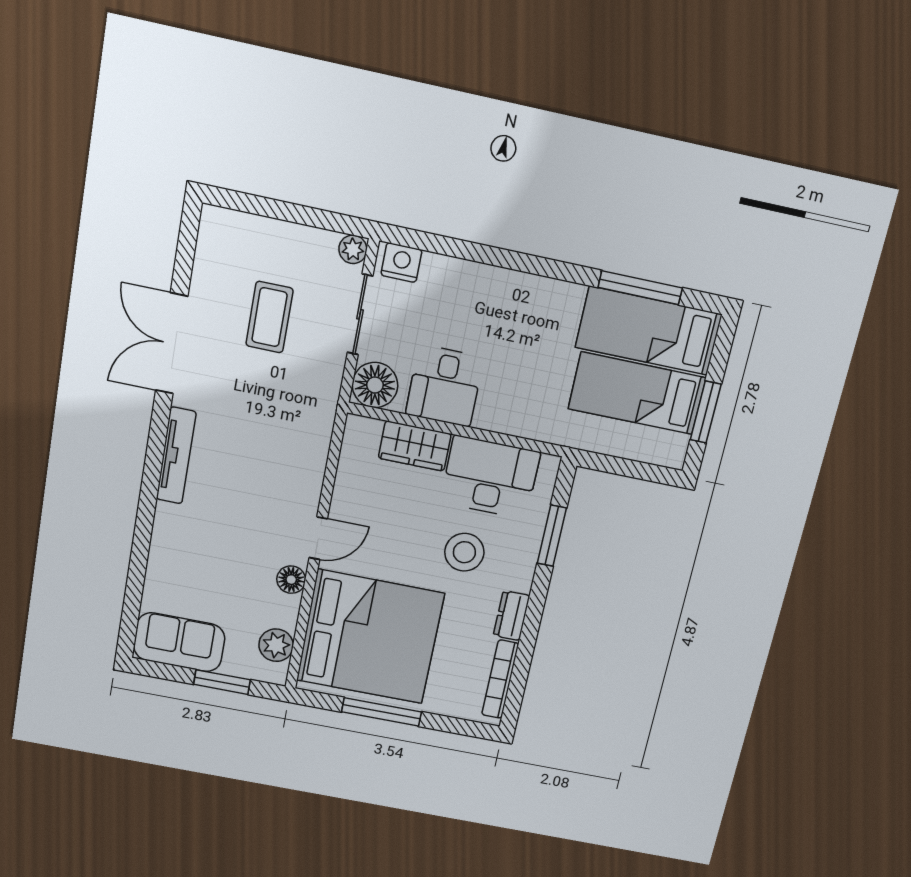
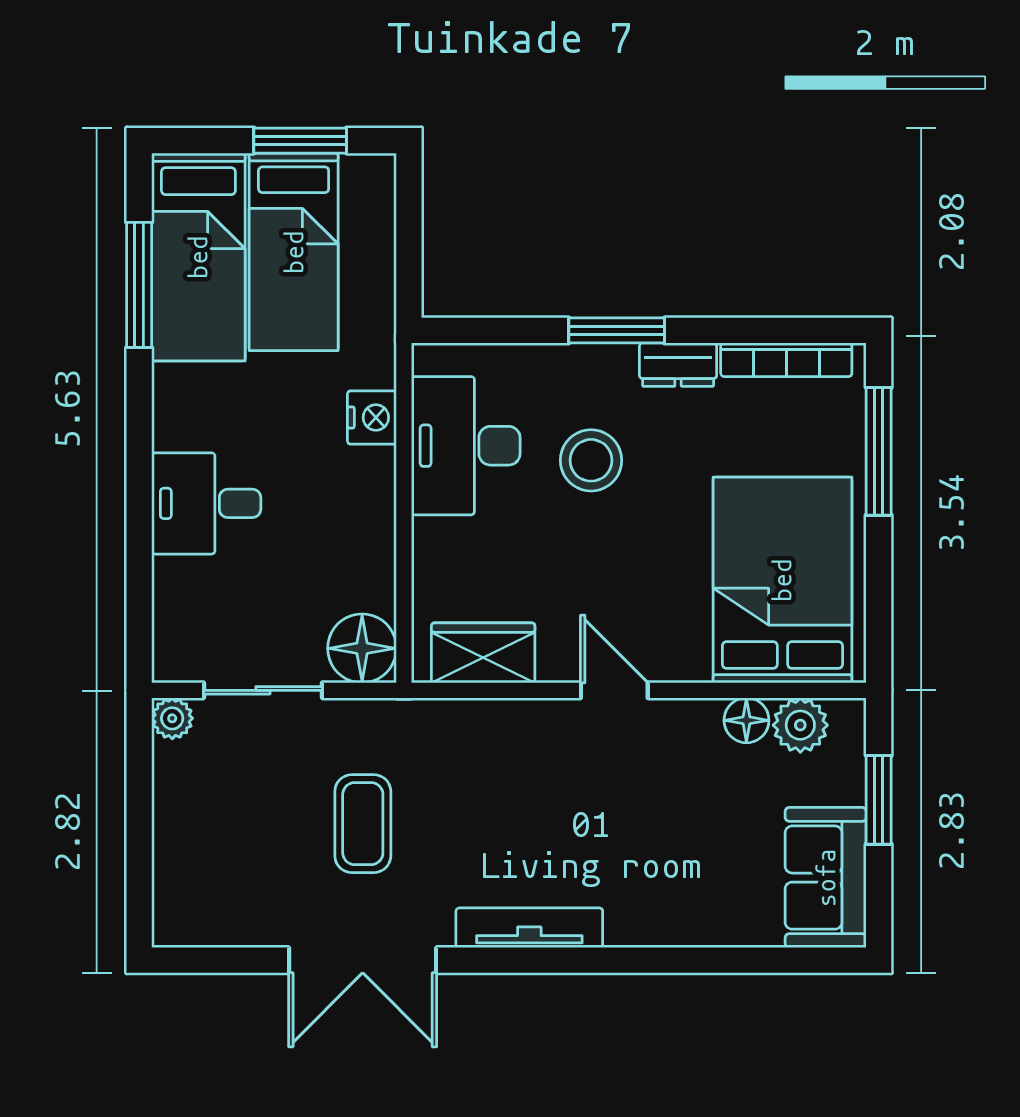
nightstand: (401, 263) -> (372, 417), moved, turned 180
coffee table: (269, 317) -> (363, 824), moved, turned 90
desk: (445, 386) -> (206, 503), moved, turned 180
wardrobe: (415, 446) -> (483, 653), moved, turned -90
window: (552, 536) -> (617, 330), moved
floor lamp: (291, 580) -> (746, 720), moved
bed: (370, 637) -> (782, 580), width x0.73
window: (381, 712) -> (879, 451), moved

